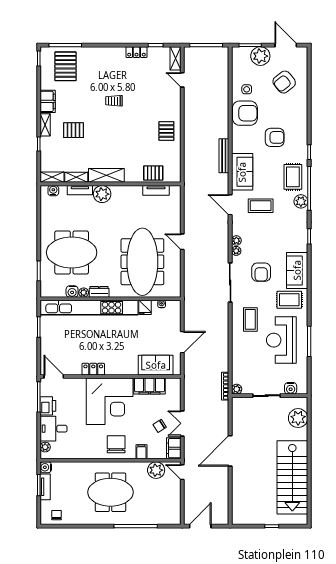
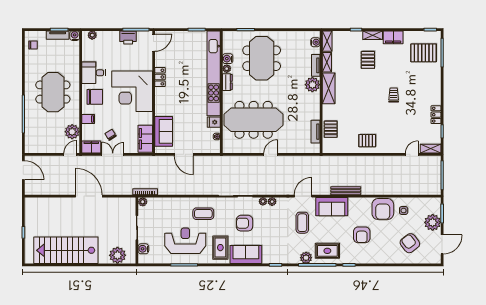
filing cabinet: (149, 386) -> (145, 139), moved
desk: (54, 429) -> (94, 73), moved, turned -90

